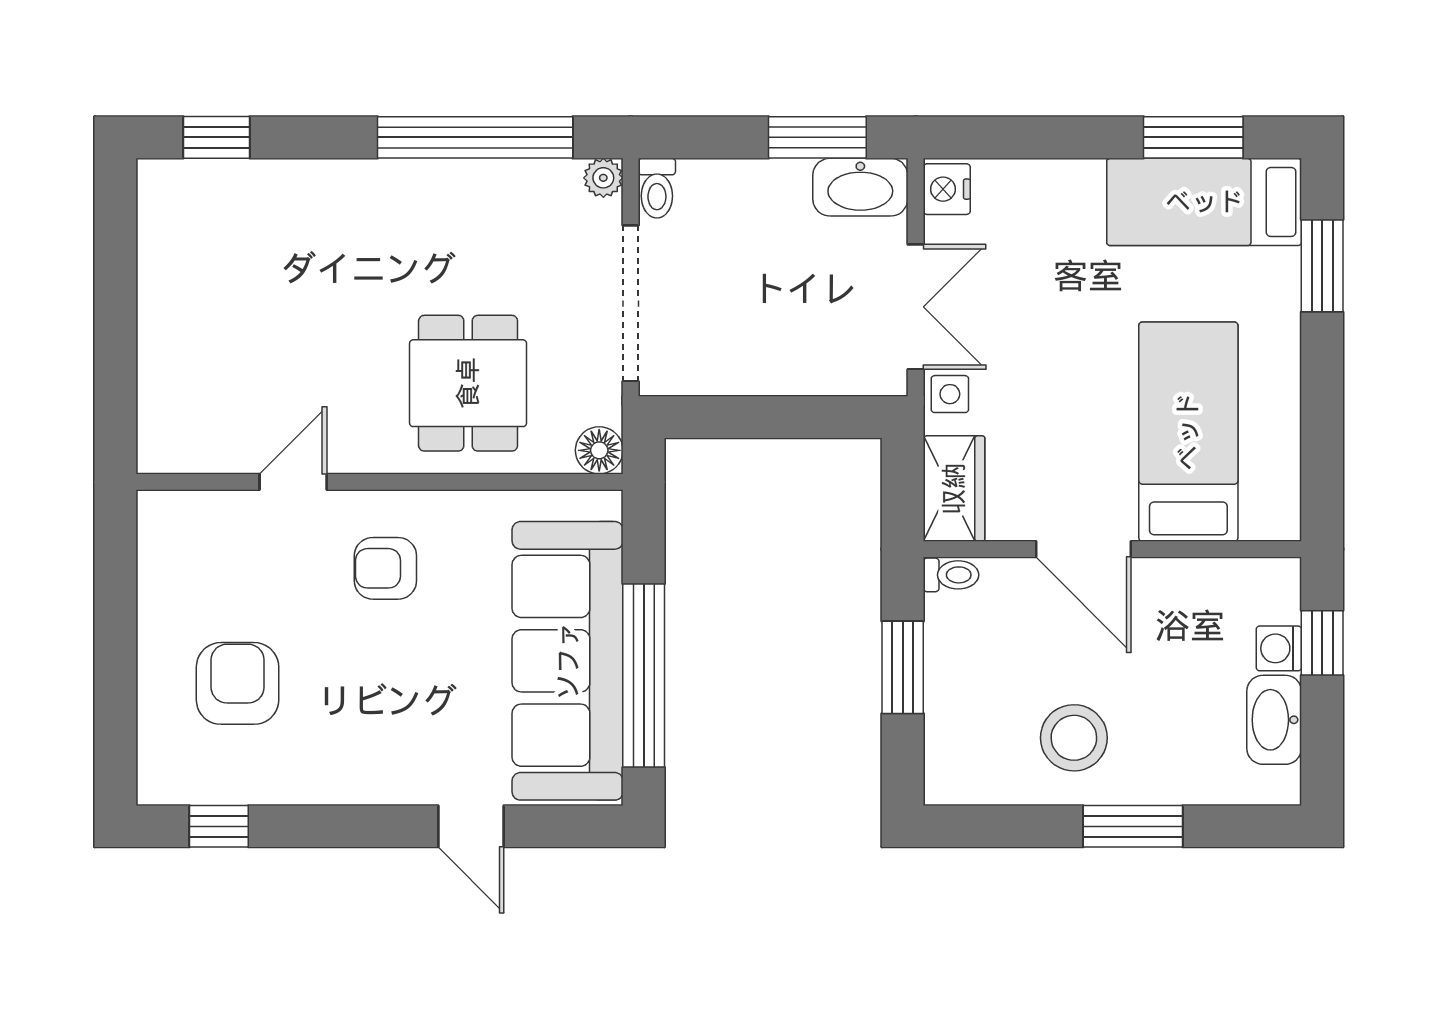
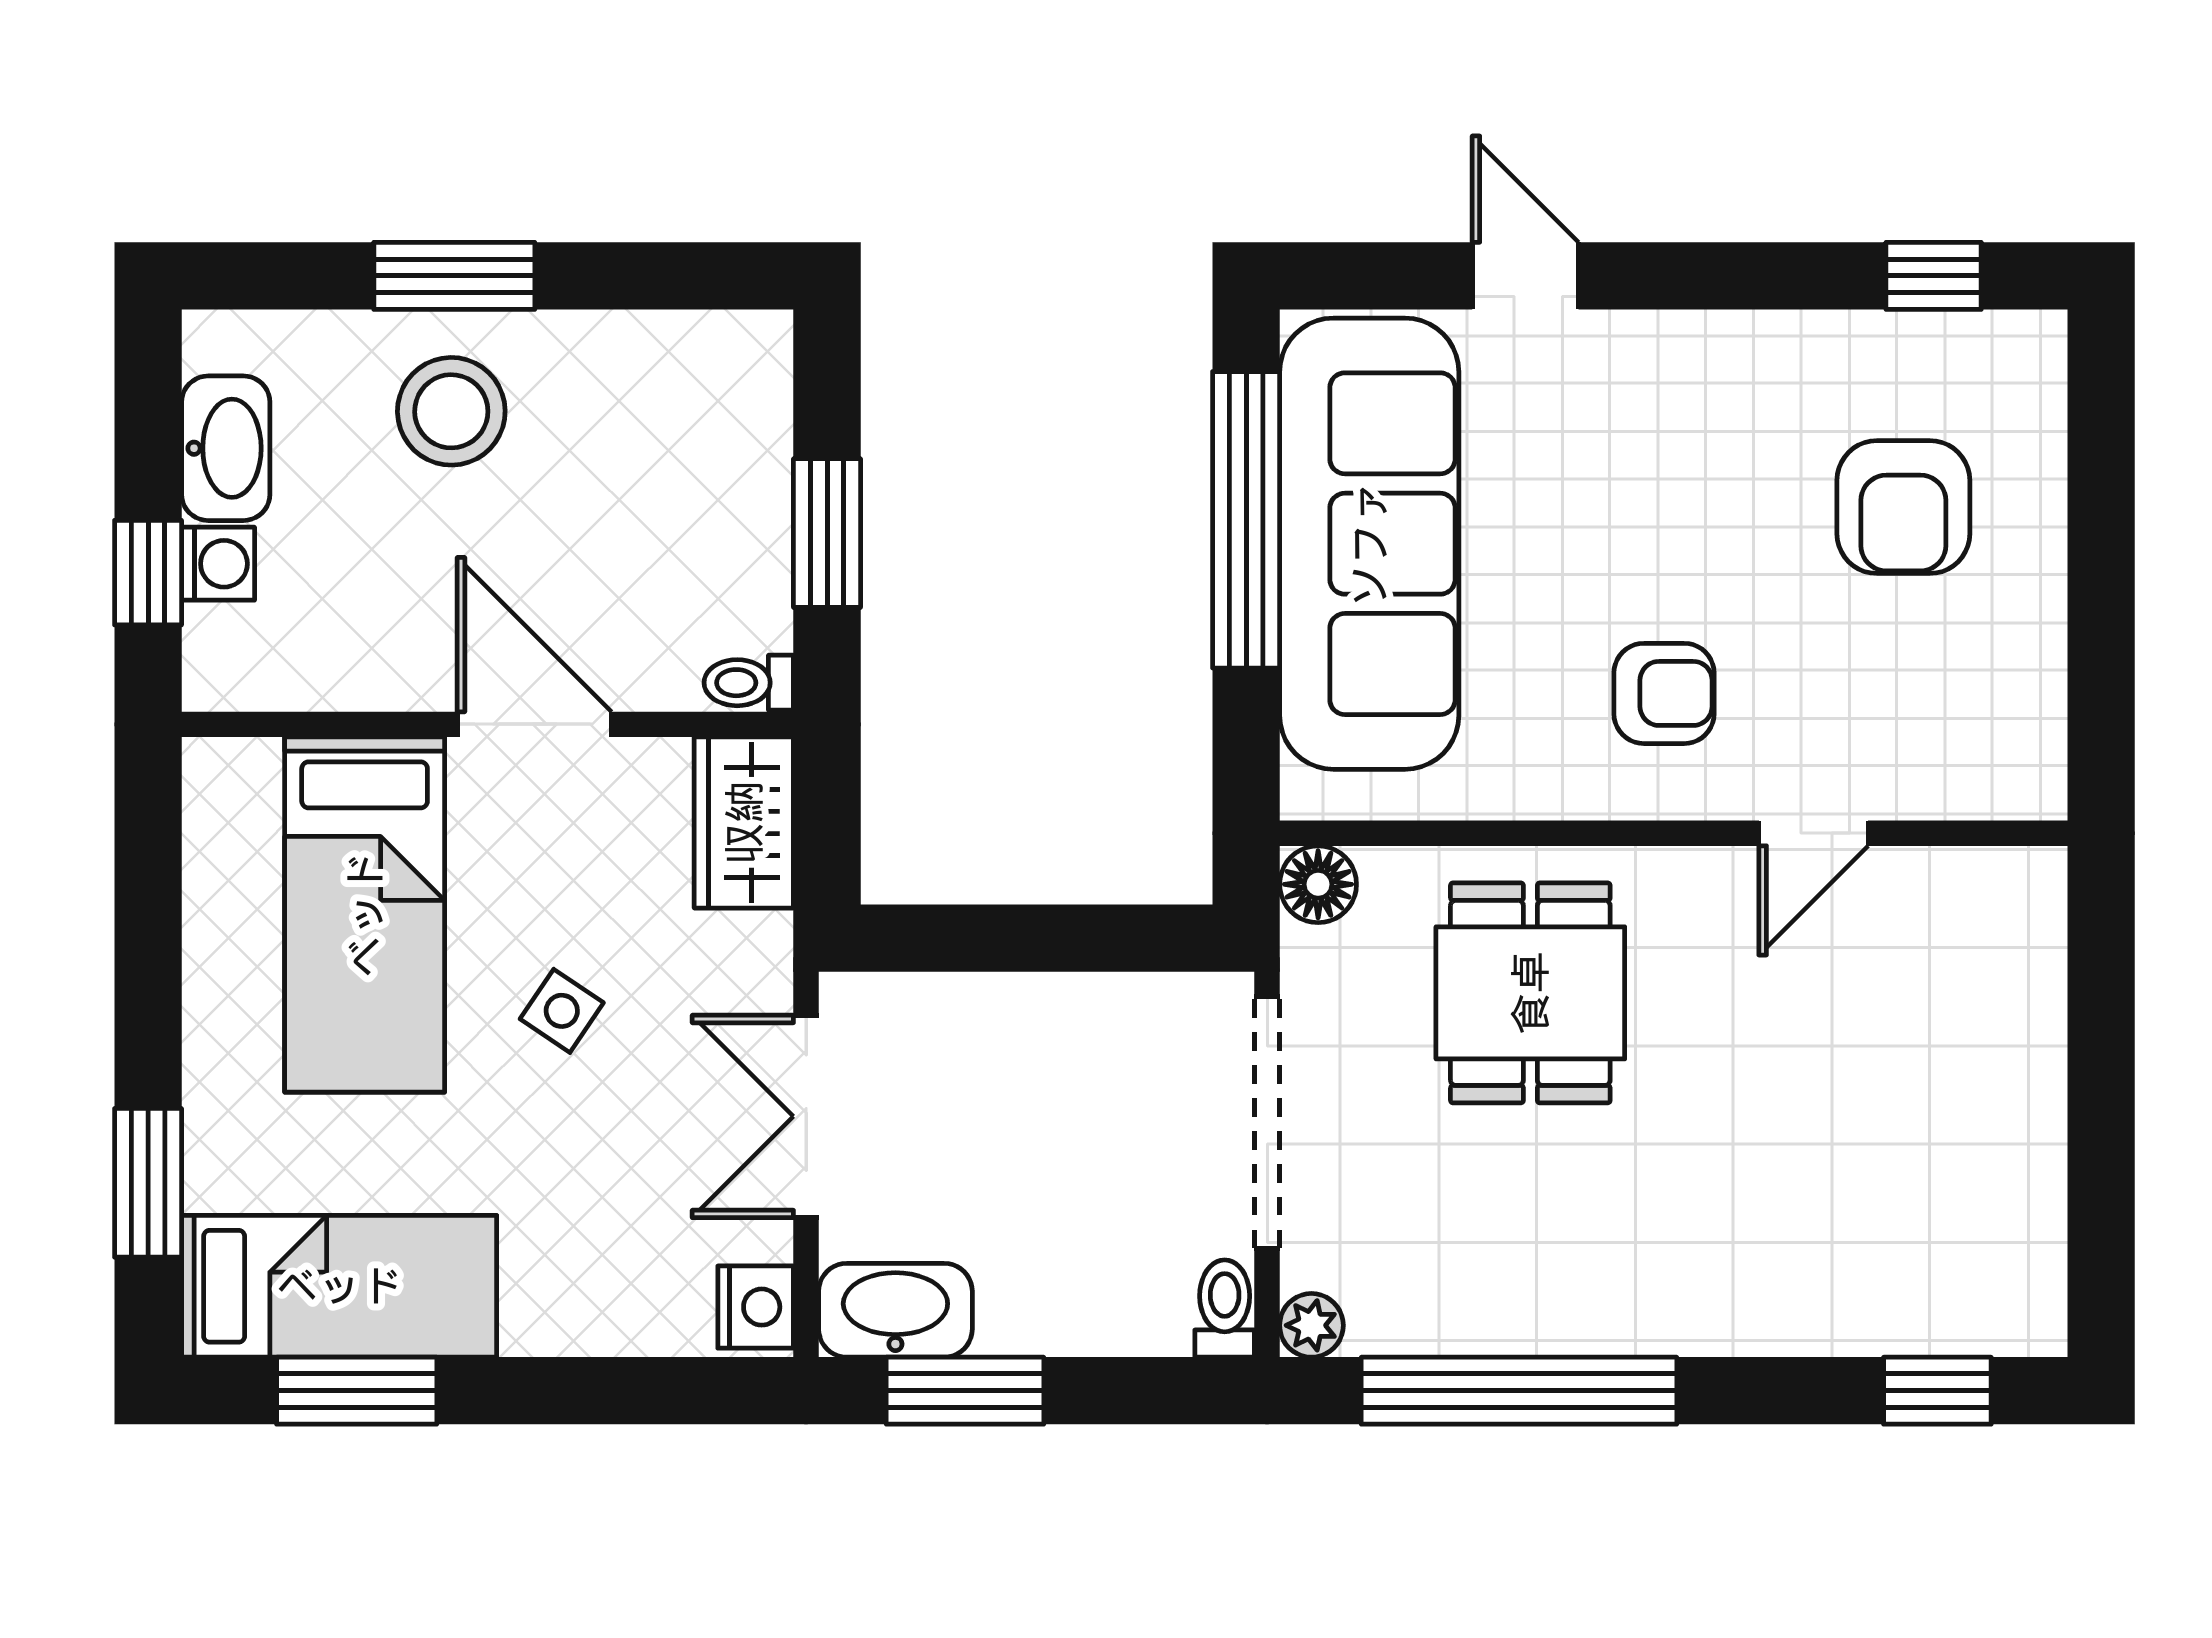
side table: (950, 394) -> (562, 1011), moved, turned 34
stool: (1074, 738) -> (451, 411), moved

